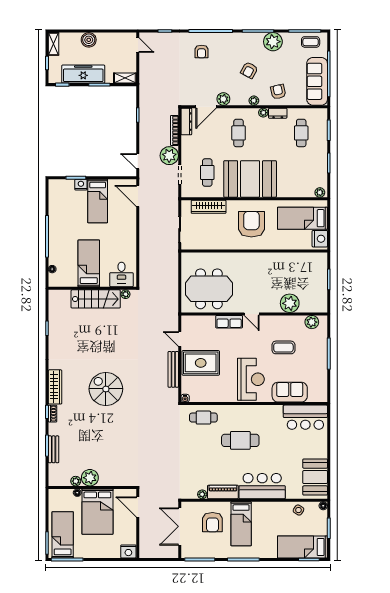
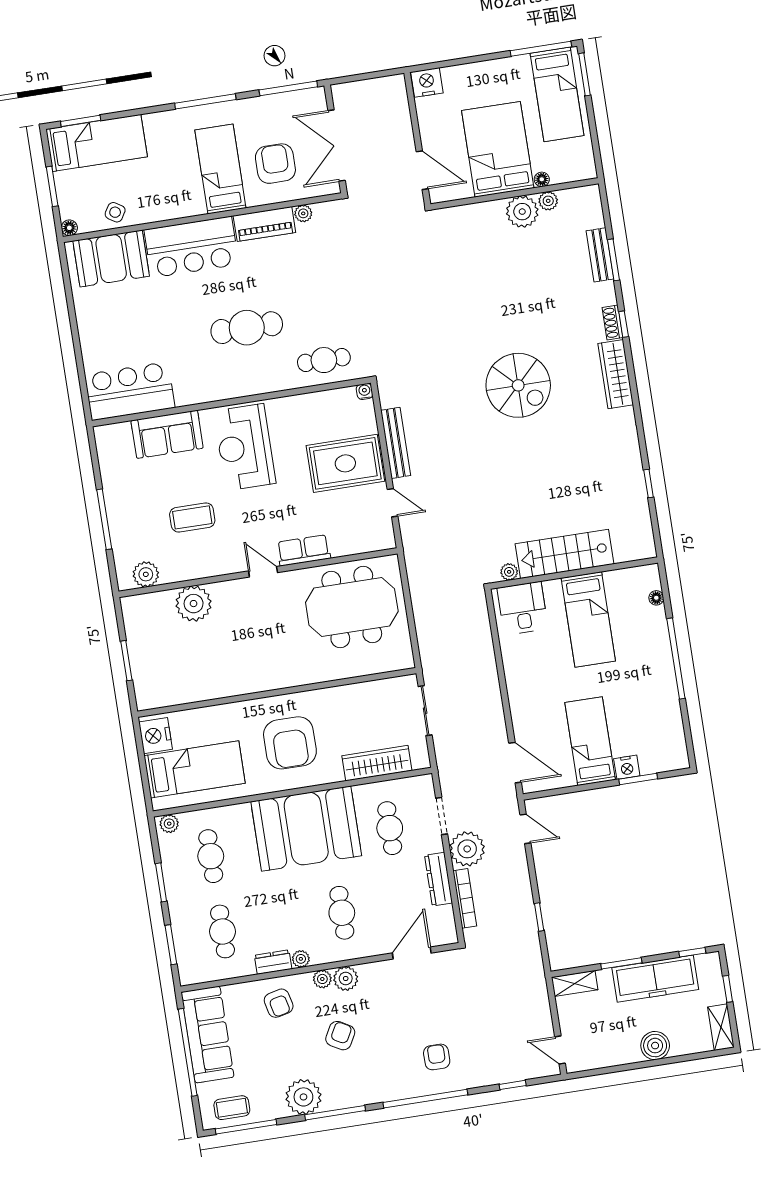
plant: (223, 99) -> (346, 978), moved
dresser: (186, 122) -> (438, 879), moved
cafe table: (301, 172) -> (211, 856), added
booth: (315, 477) -> (111, 259), moved, turned 90
double door: (180, 526) -> (337, 145), swing flipped

